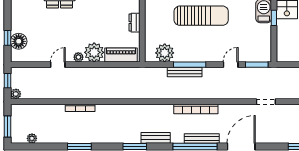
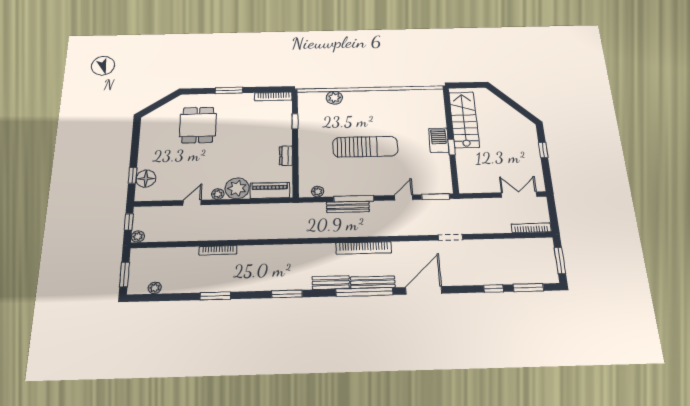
plant: (165, 53) -> (318, 192), width x0.53, depth x0.53
bench: (156, 138) -> (331, 283), moved

